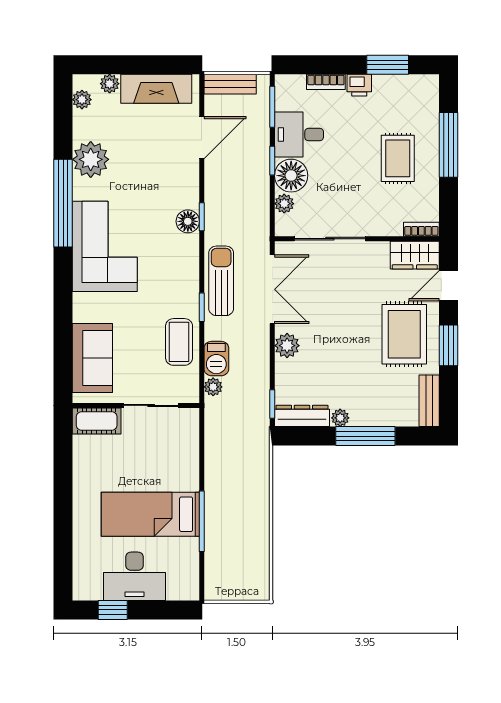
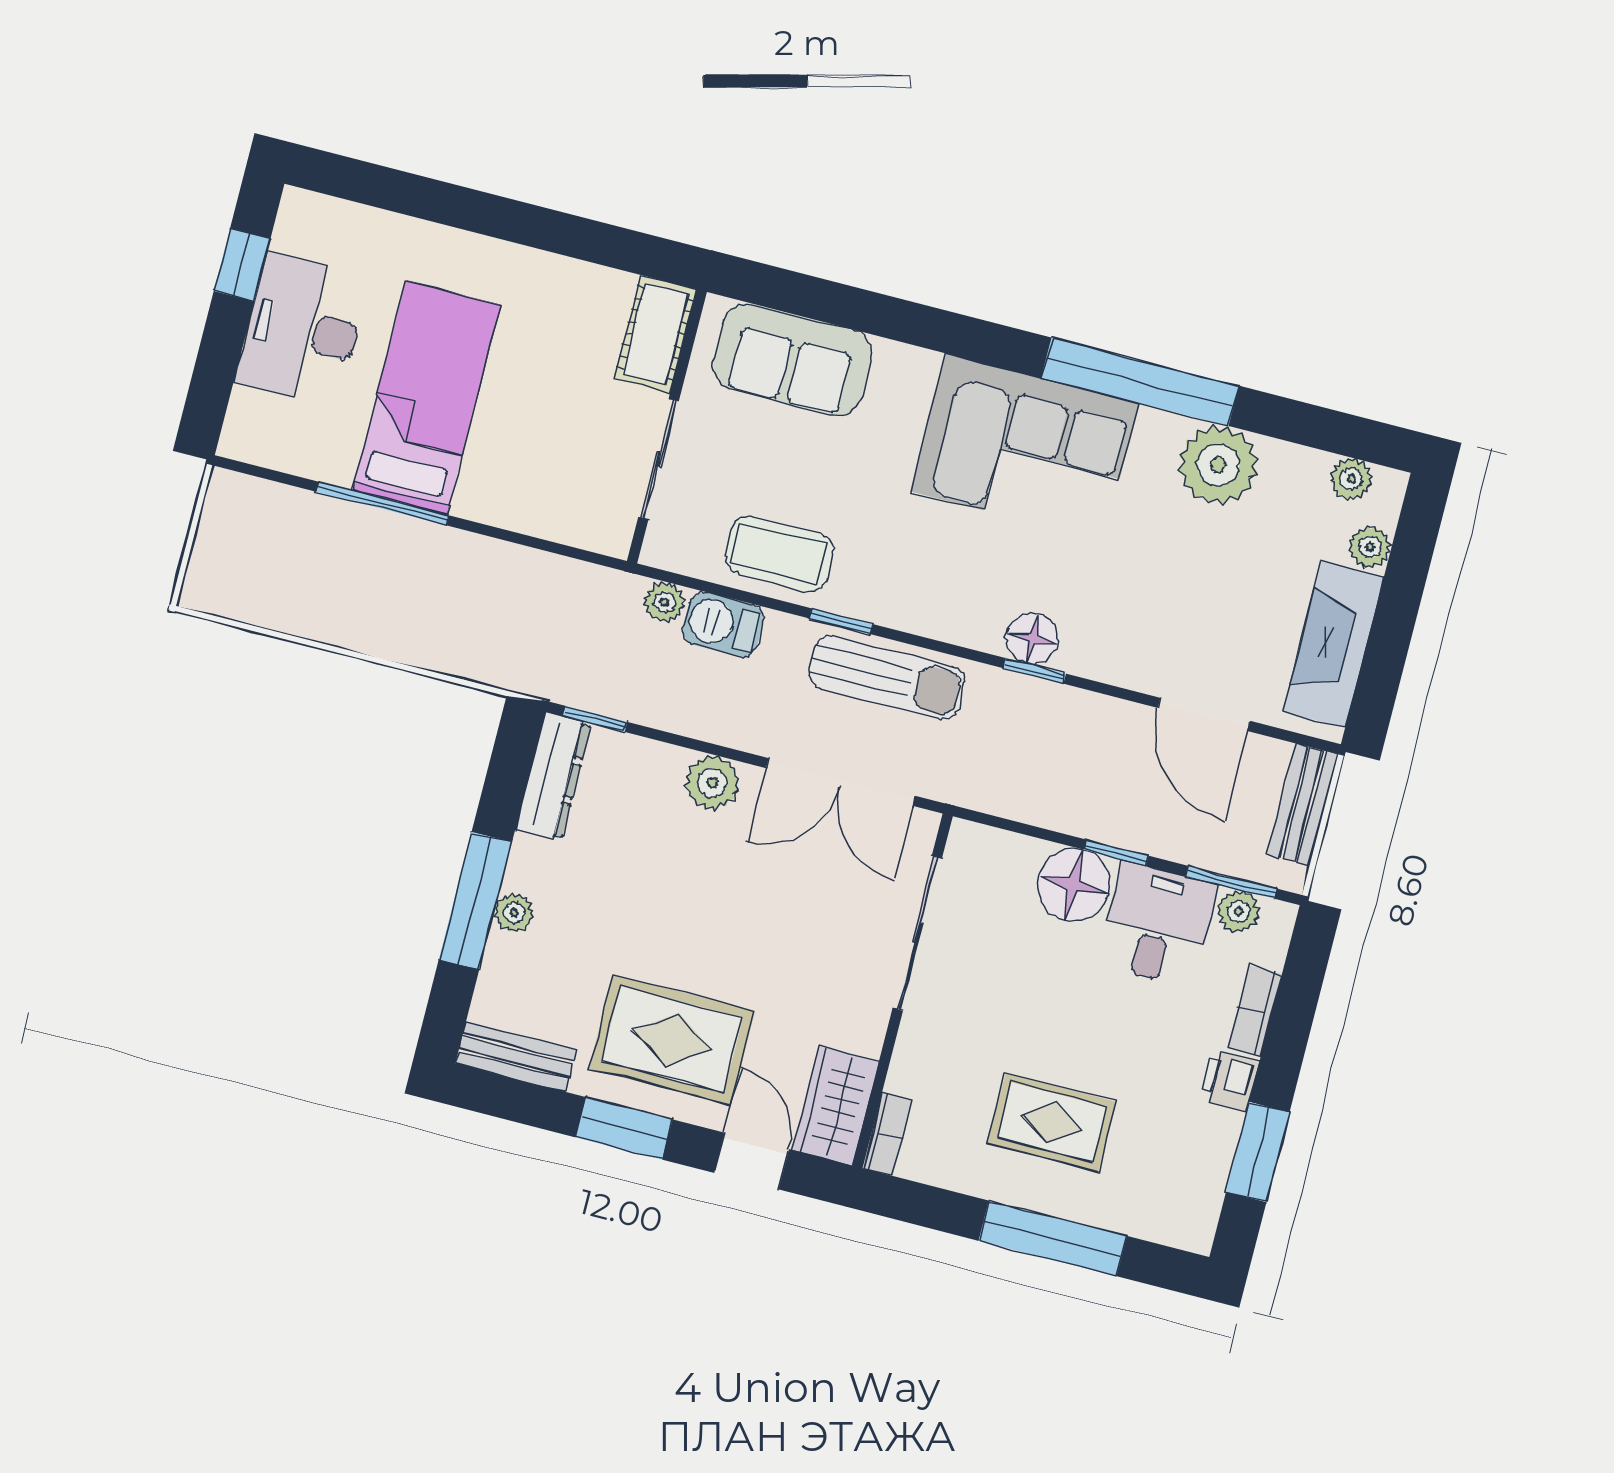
plant: (284, 204) -> (1238, 911), moved
plant: (340, 418) -> (514, 913), moved

